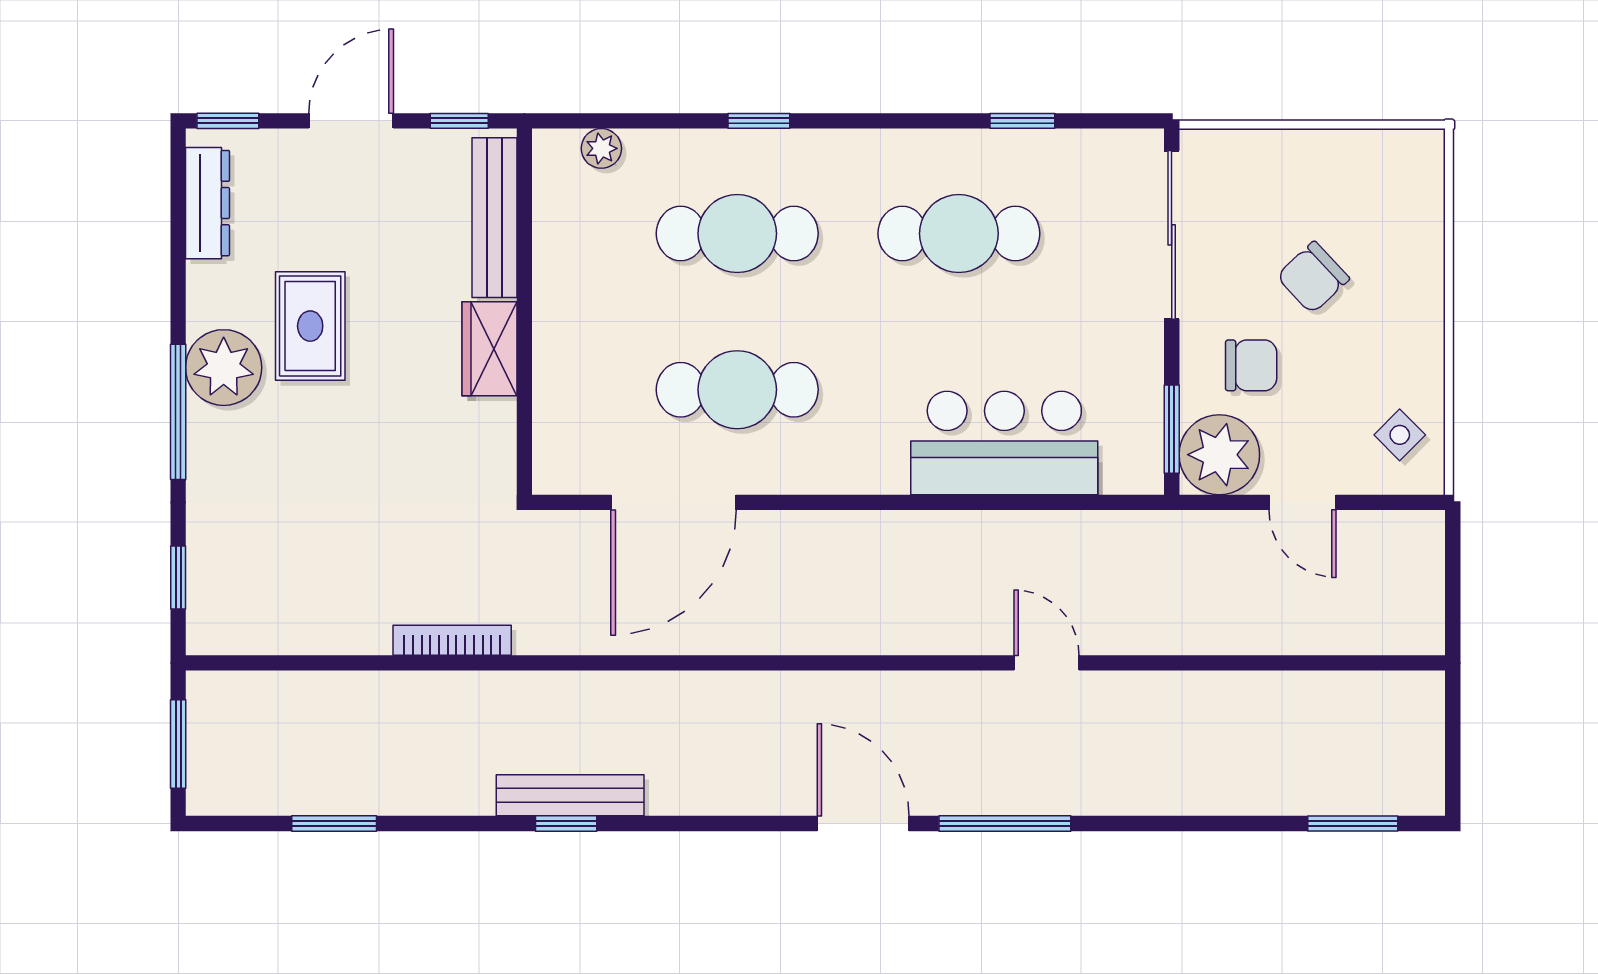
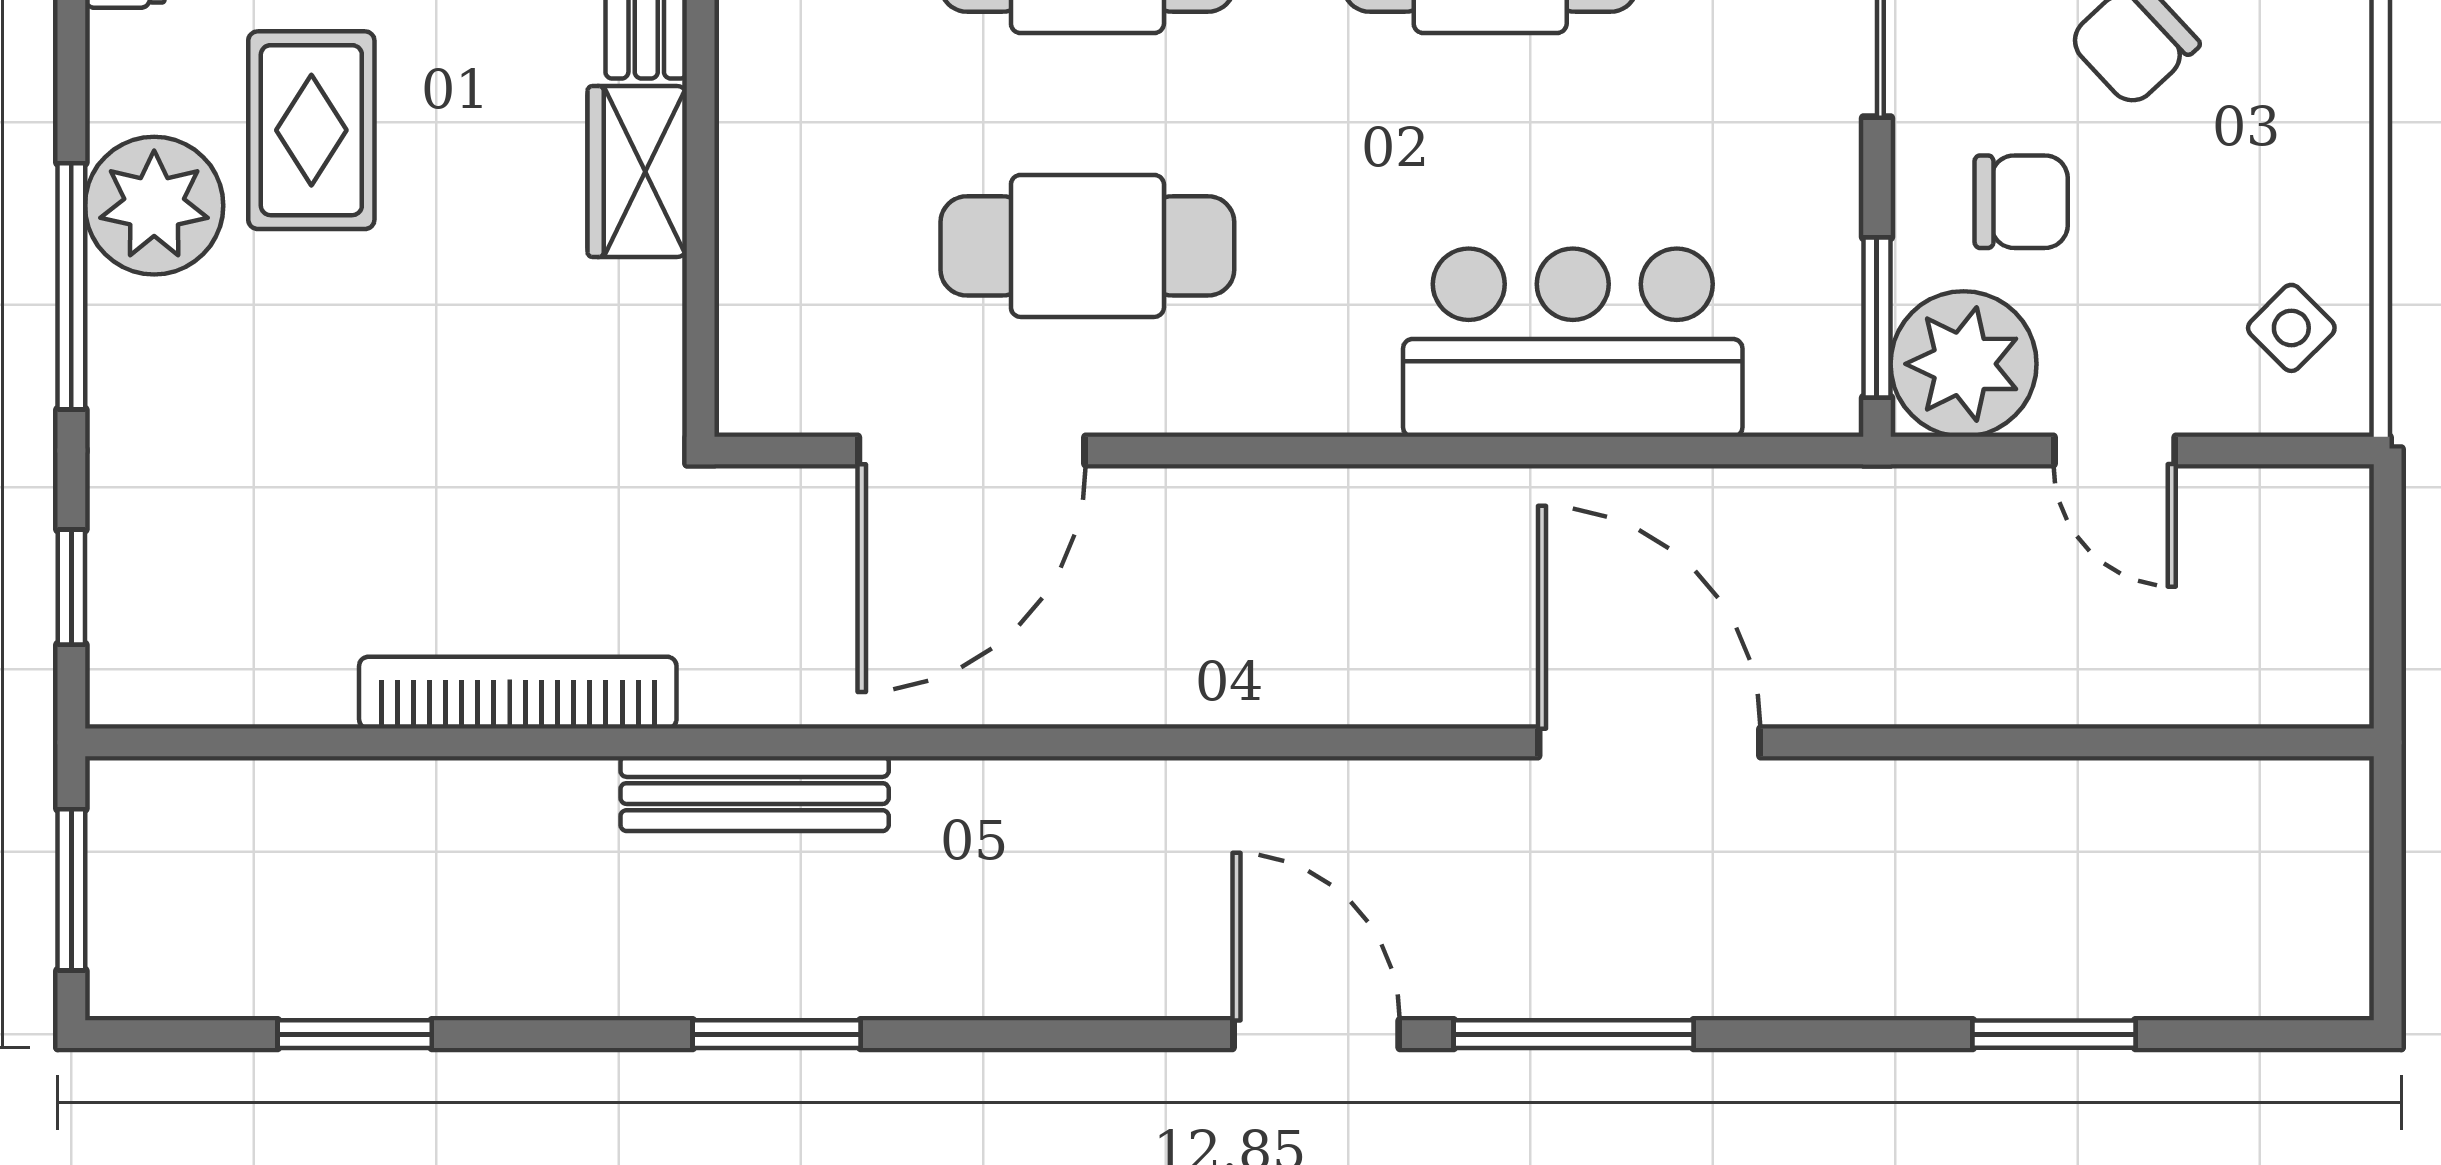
bookcase: (452, 640) -> (518, 693), width x1.48, depth x1.31
door: (1046, 663) -> (1649, 742), width x1.87
bench: (570, 795) -> (755, 794), moved
window: (566, 823) -> (777, 1034), width x1.50
window: (1353, 823) -> (2054, 1034), moved

